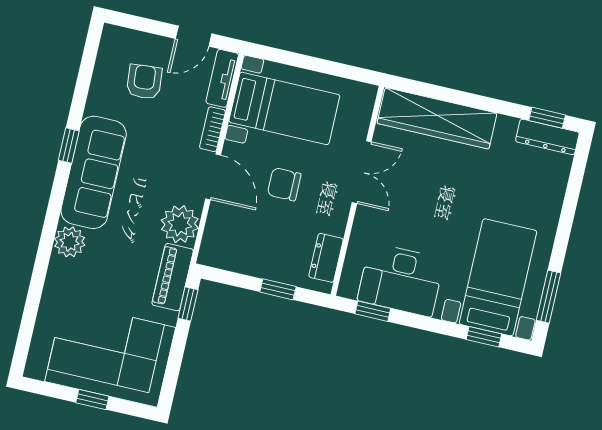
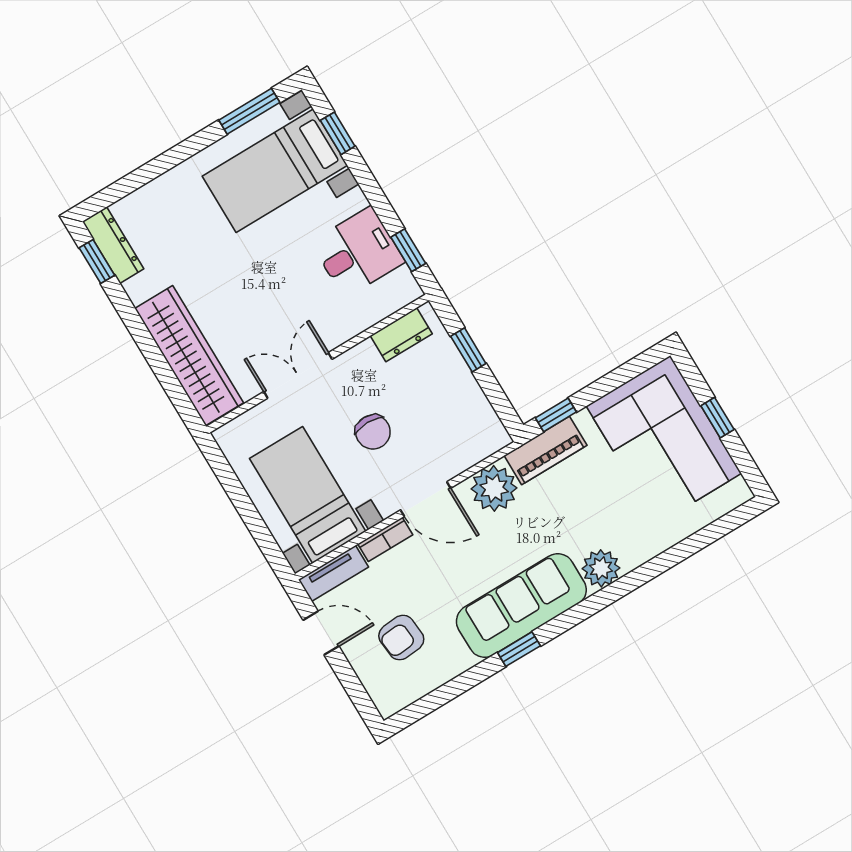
door: (213, 177) -> (426, 499), swing flipped
desk: (401, 280) -> (358, 252), width x0.73

